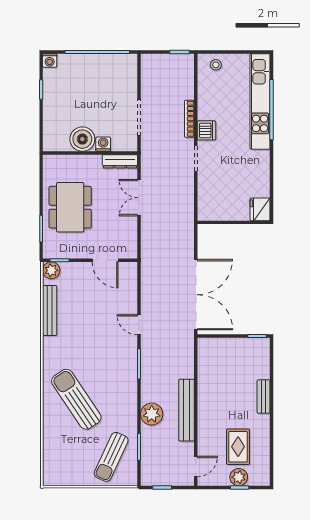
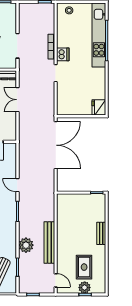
double door: (196, 295) -> (56, 145), moved
door: (196, 466) -> (56, 280), hinge flipped

